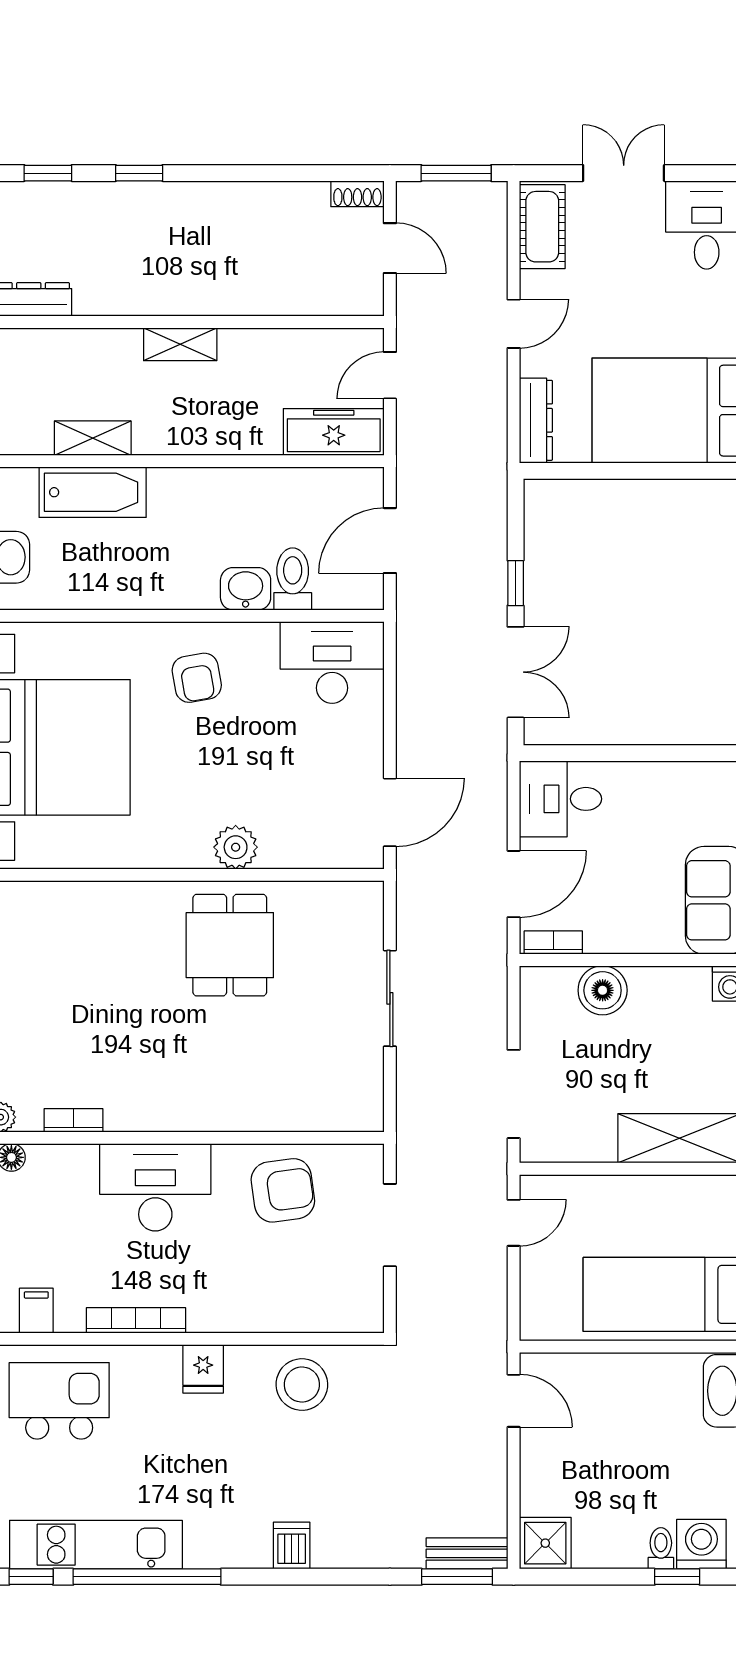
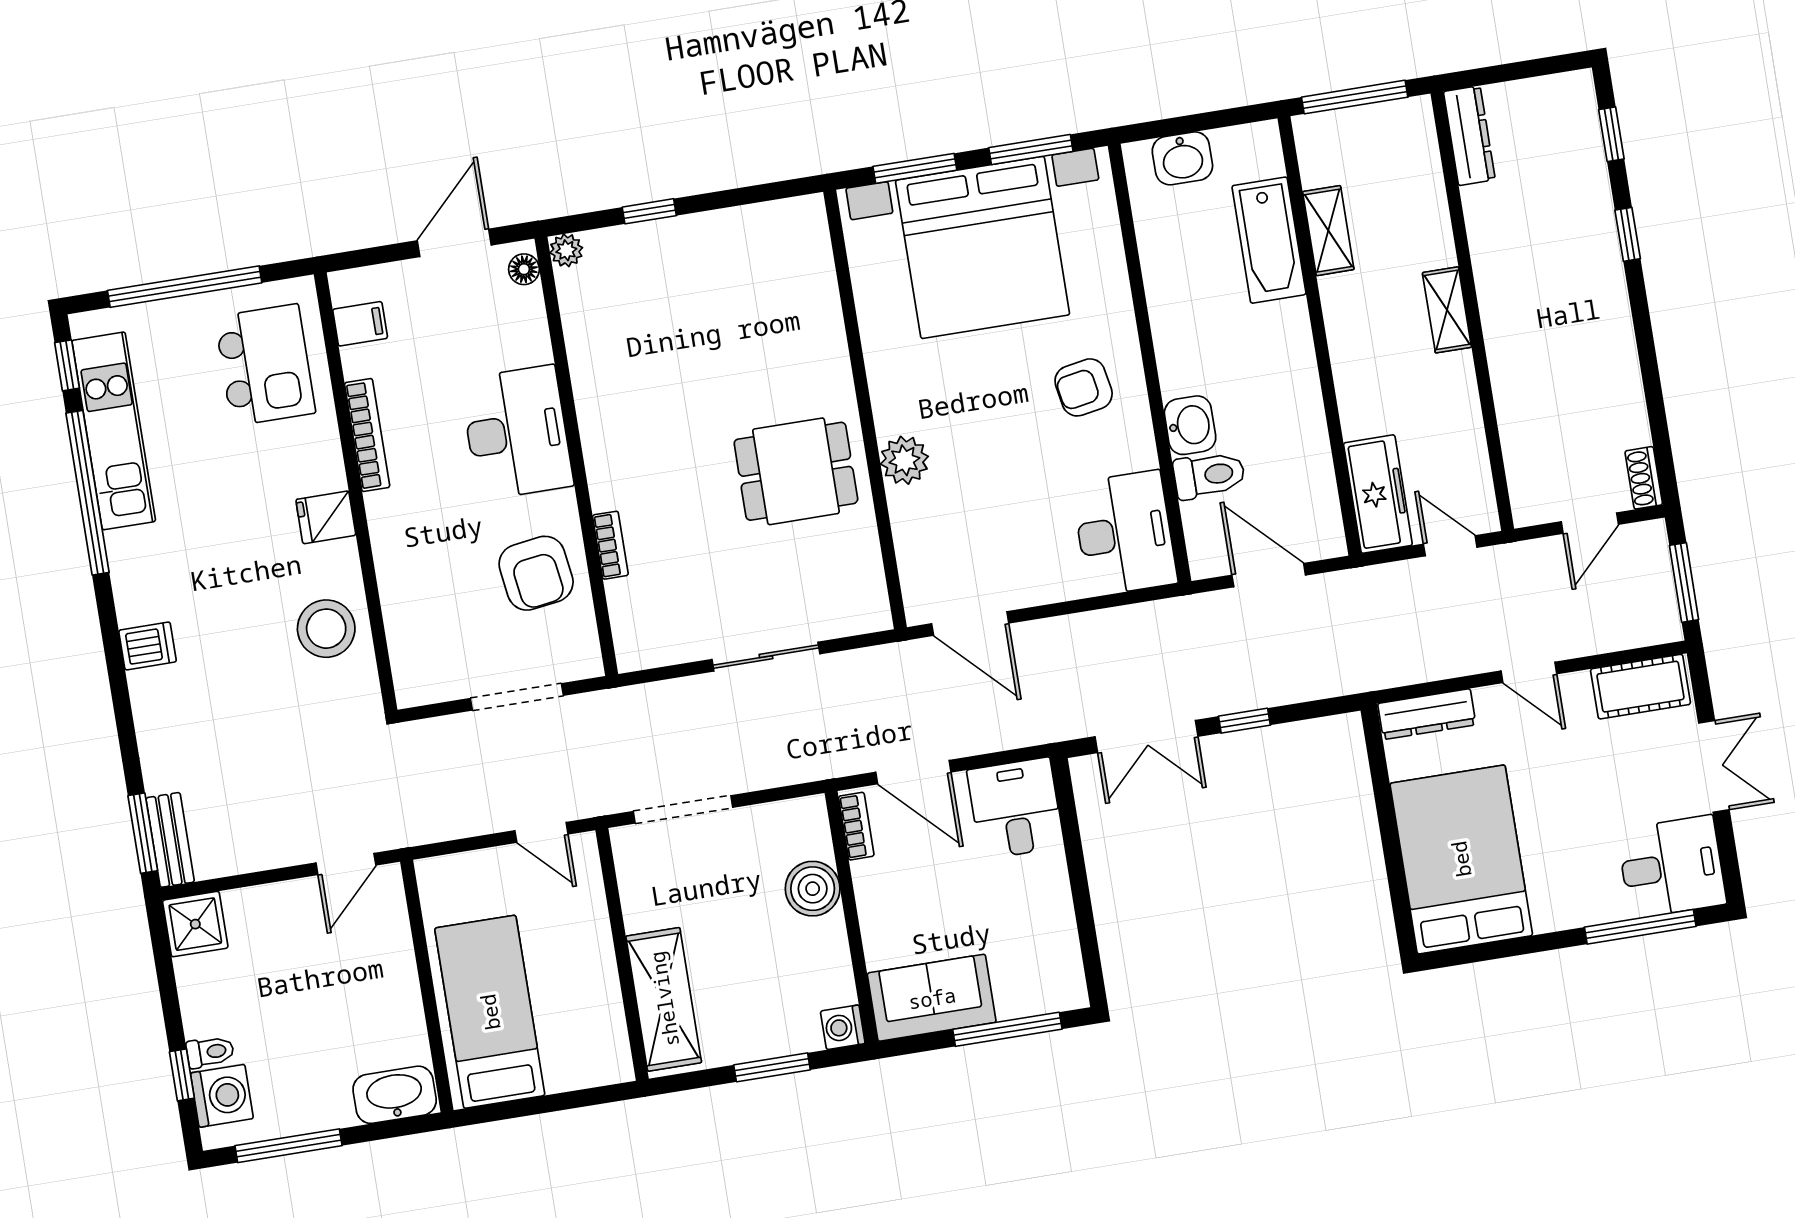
bookcase: (74, 1120) -> (610, 545), moved

